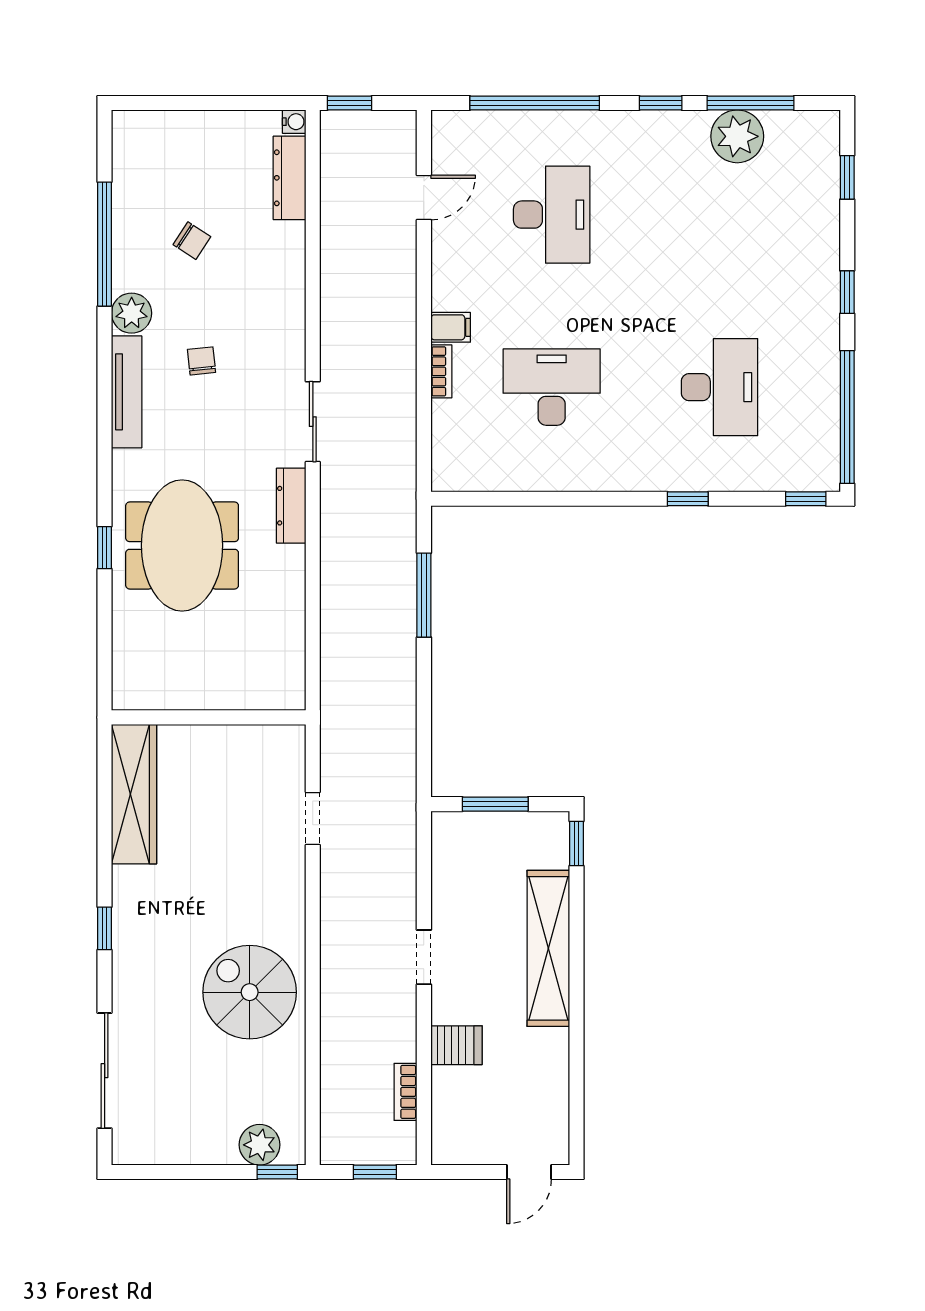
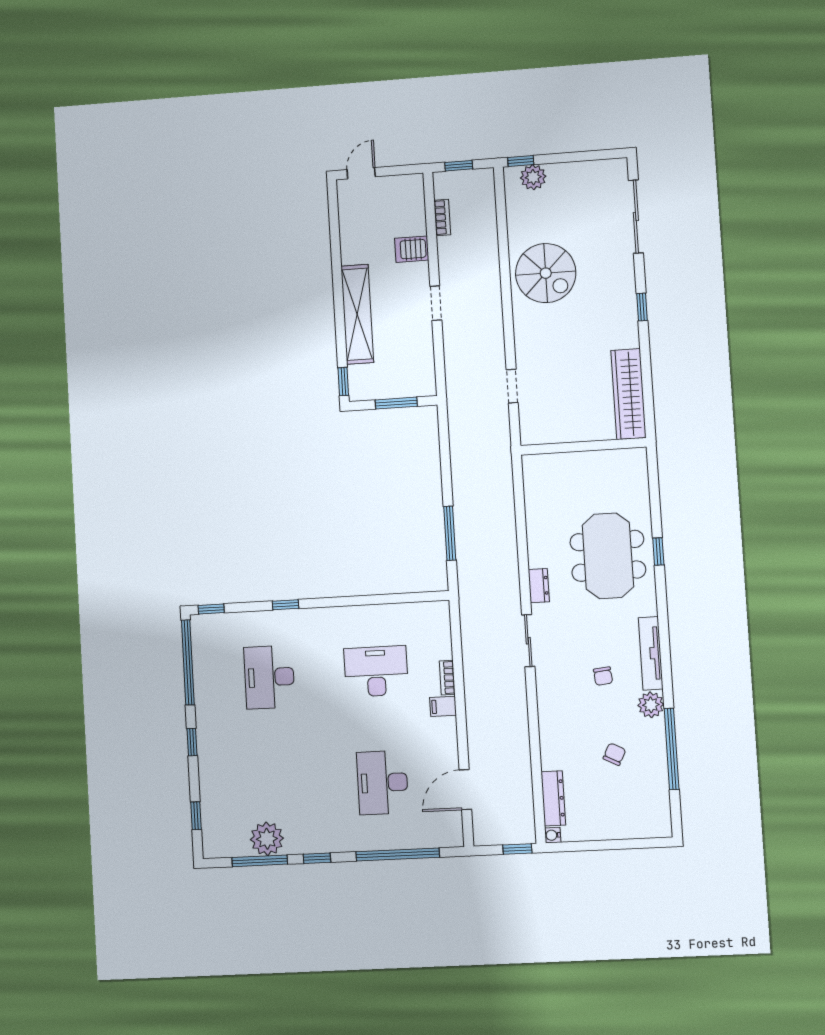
door: (424, 198) -> (465, 790), width x1.38
chair: (192, 241) -> (614, 754), turned 84
desk: (552, 387) -> (376, 671), turned 180
dresser: (291, 506) -> (539, 586), width x0.70

